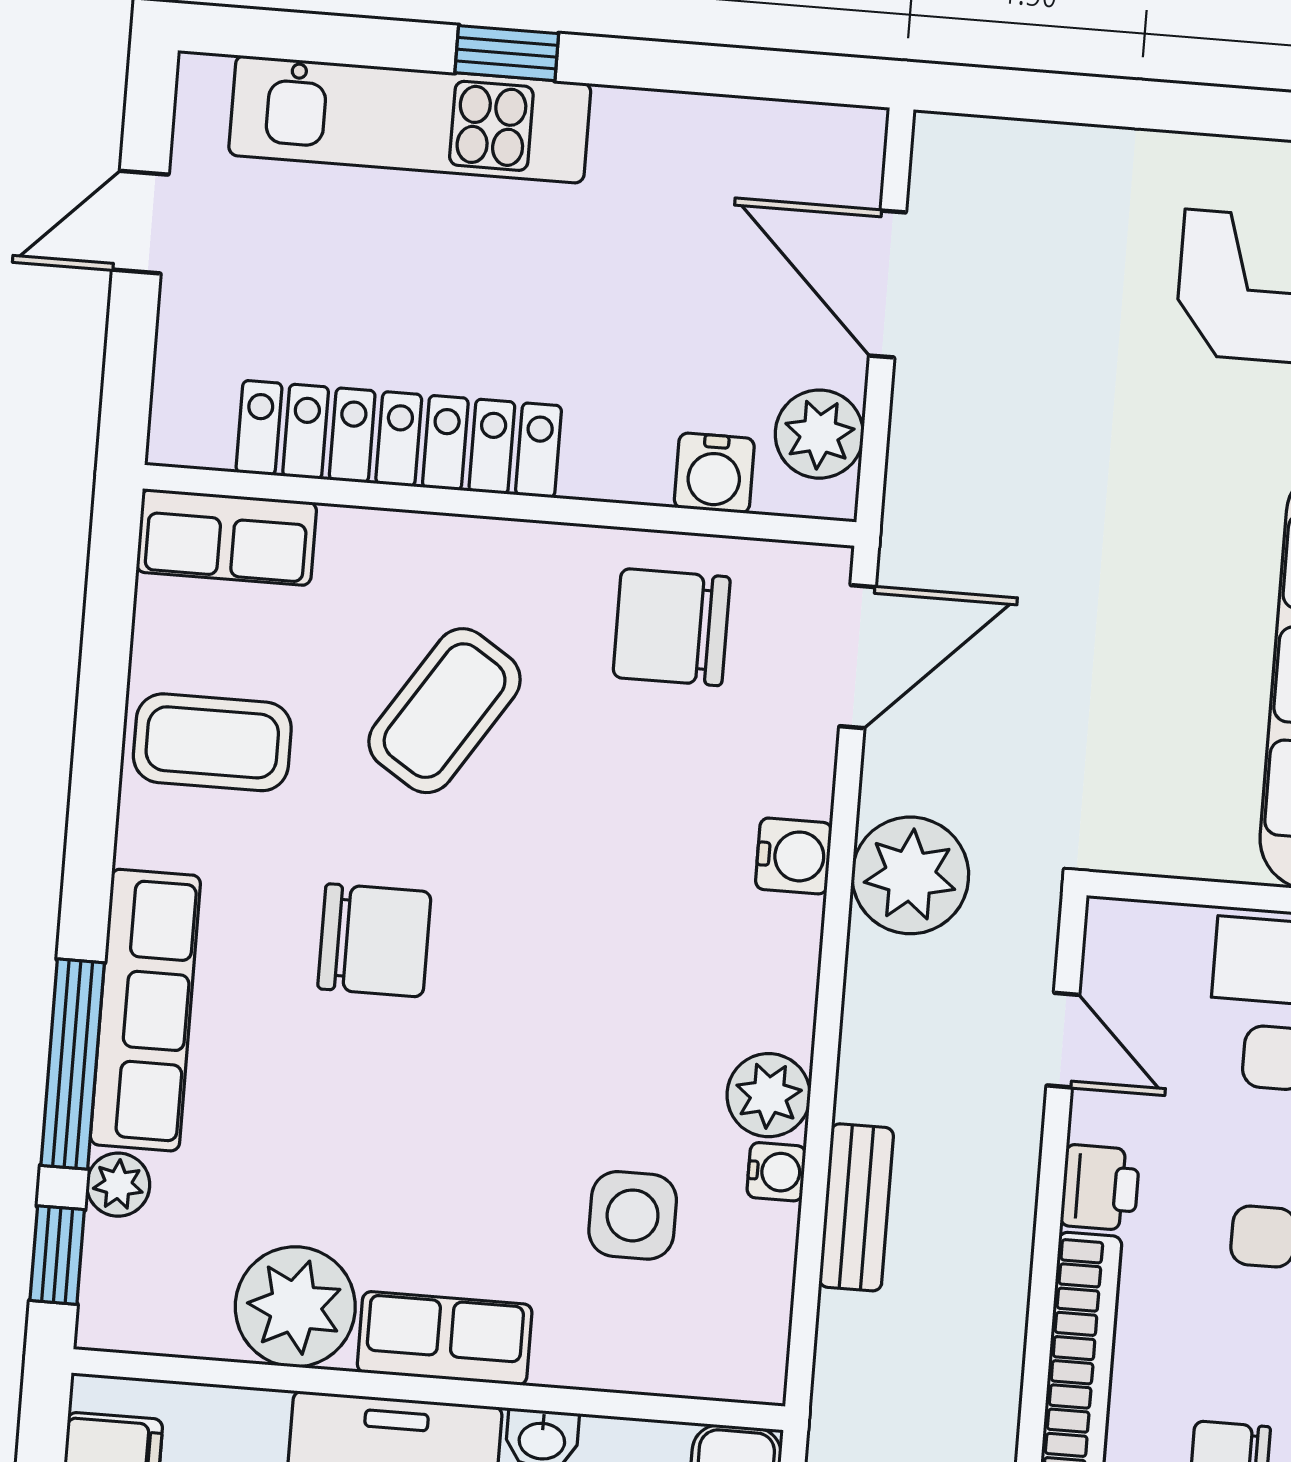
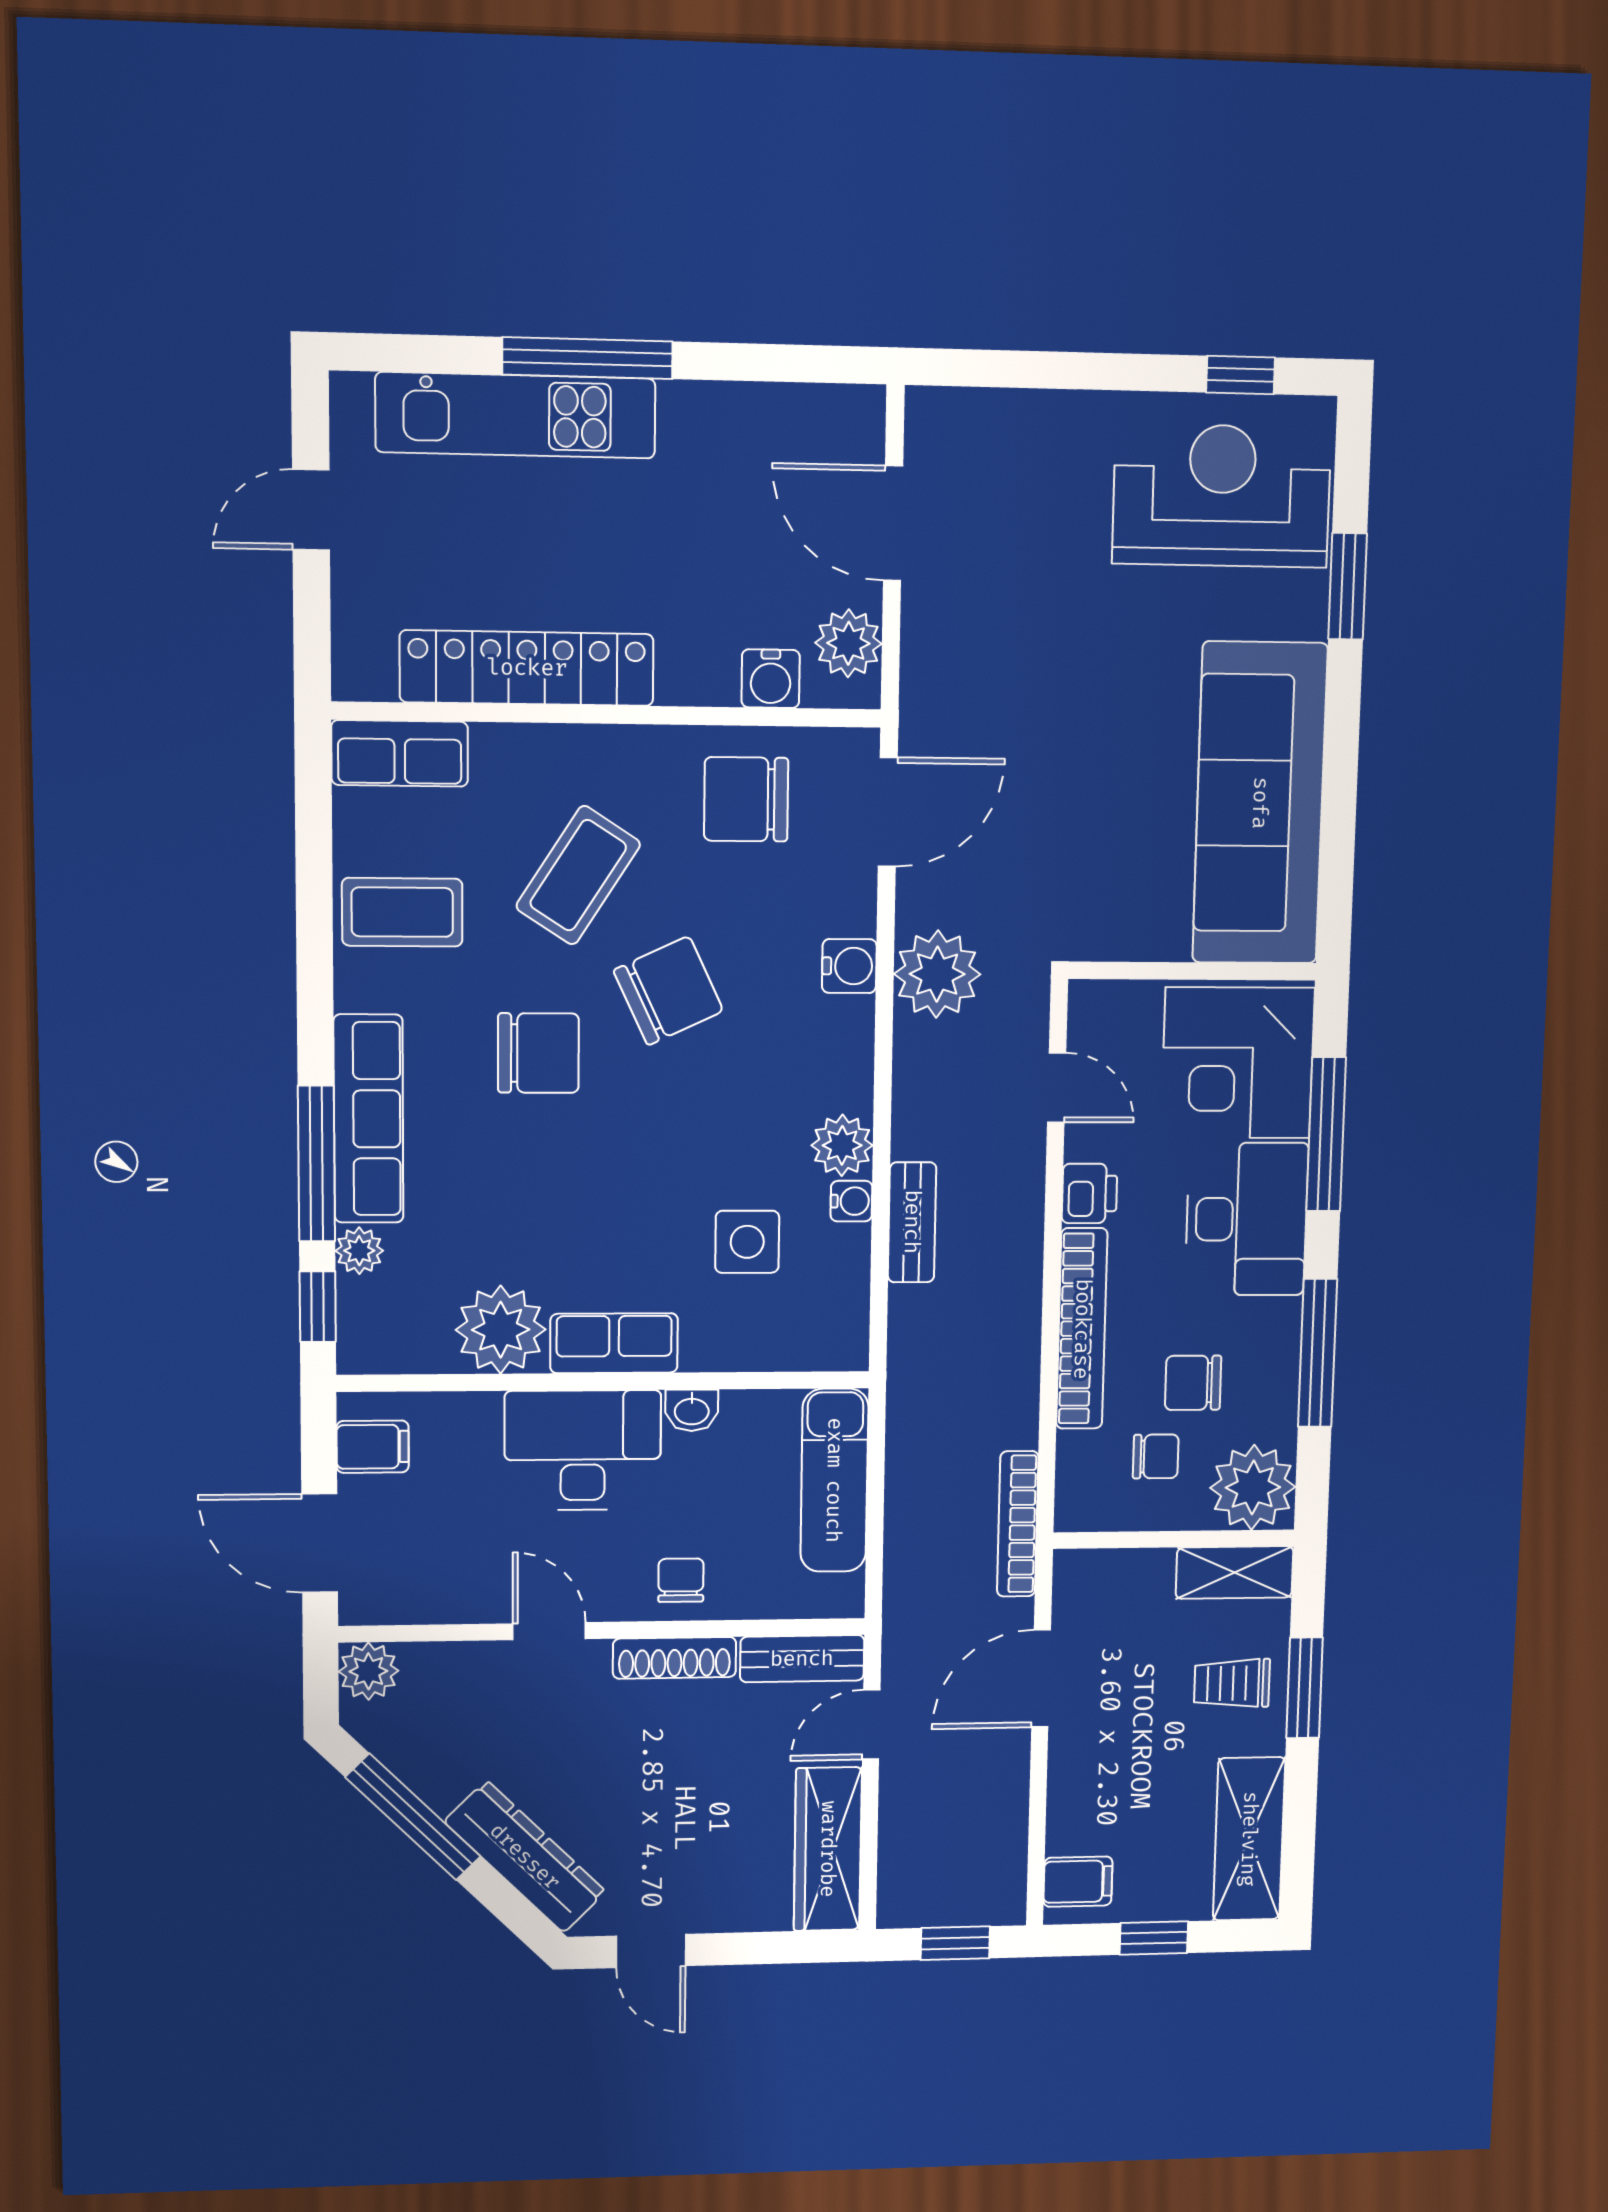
window: (507, 53) -> (587, 358), width x2.17
chair: (552, 871) -> (668, 991), added

